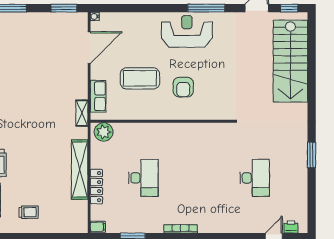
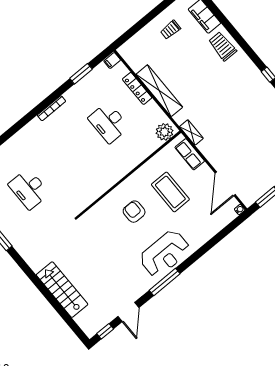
stairs: (290, 61) -> (62, 290), width x0.73, depth x0.66
coffee table: (140, 78) -> (170, 192), turned 90

